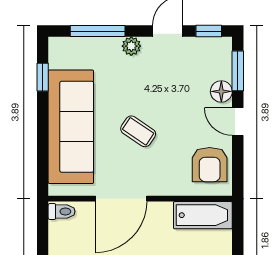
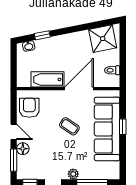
window: (43, 77) -> (123, 127), moved
toilet: (62, 211) -> (112, 70), moved
bathtub: (203, 215) -> (48, 79), moved

